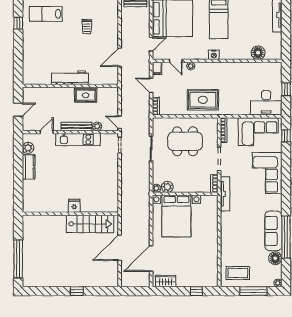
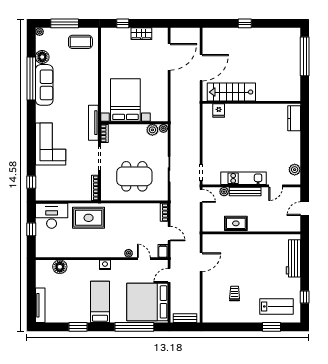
workbench: (70, 78) -> (293, 258), moved, turned 90
rug: (203, 100) -> (89, 218), moved
corner sofa: (258, 132) -> (60, 186), removed
kitchen counter: (29, 167) -> (294, 118), moved
fridge: (74, 206) -> (219, 111), moved
bed with nightstands: (176, 216) -> (125, 100), moved
wardrobe: (166, 281) -> (141, 34), moved

